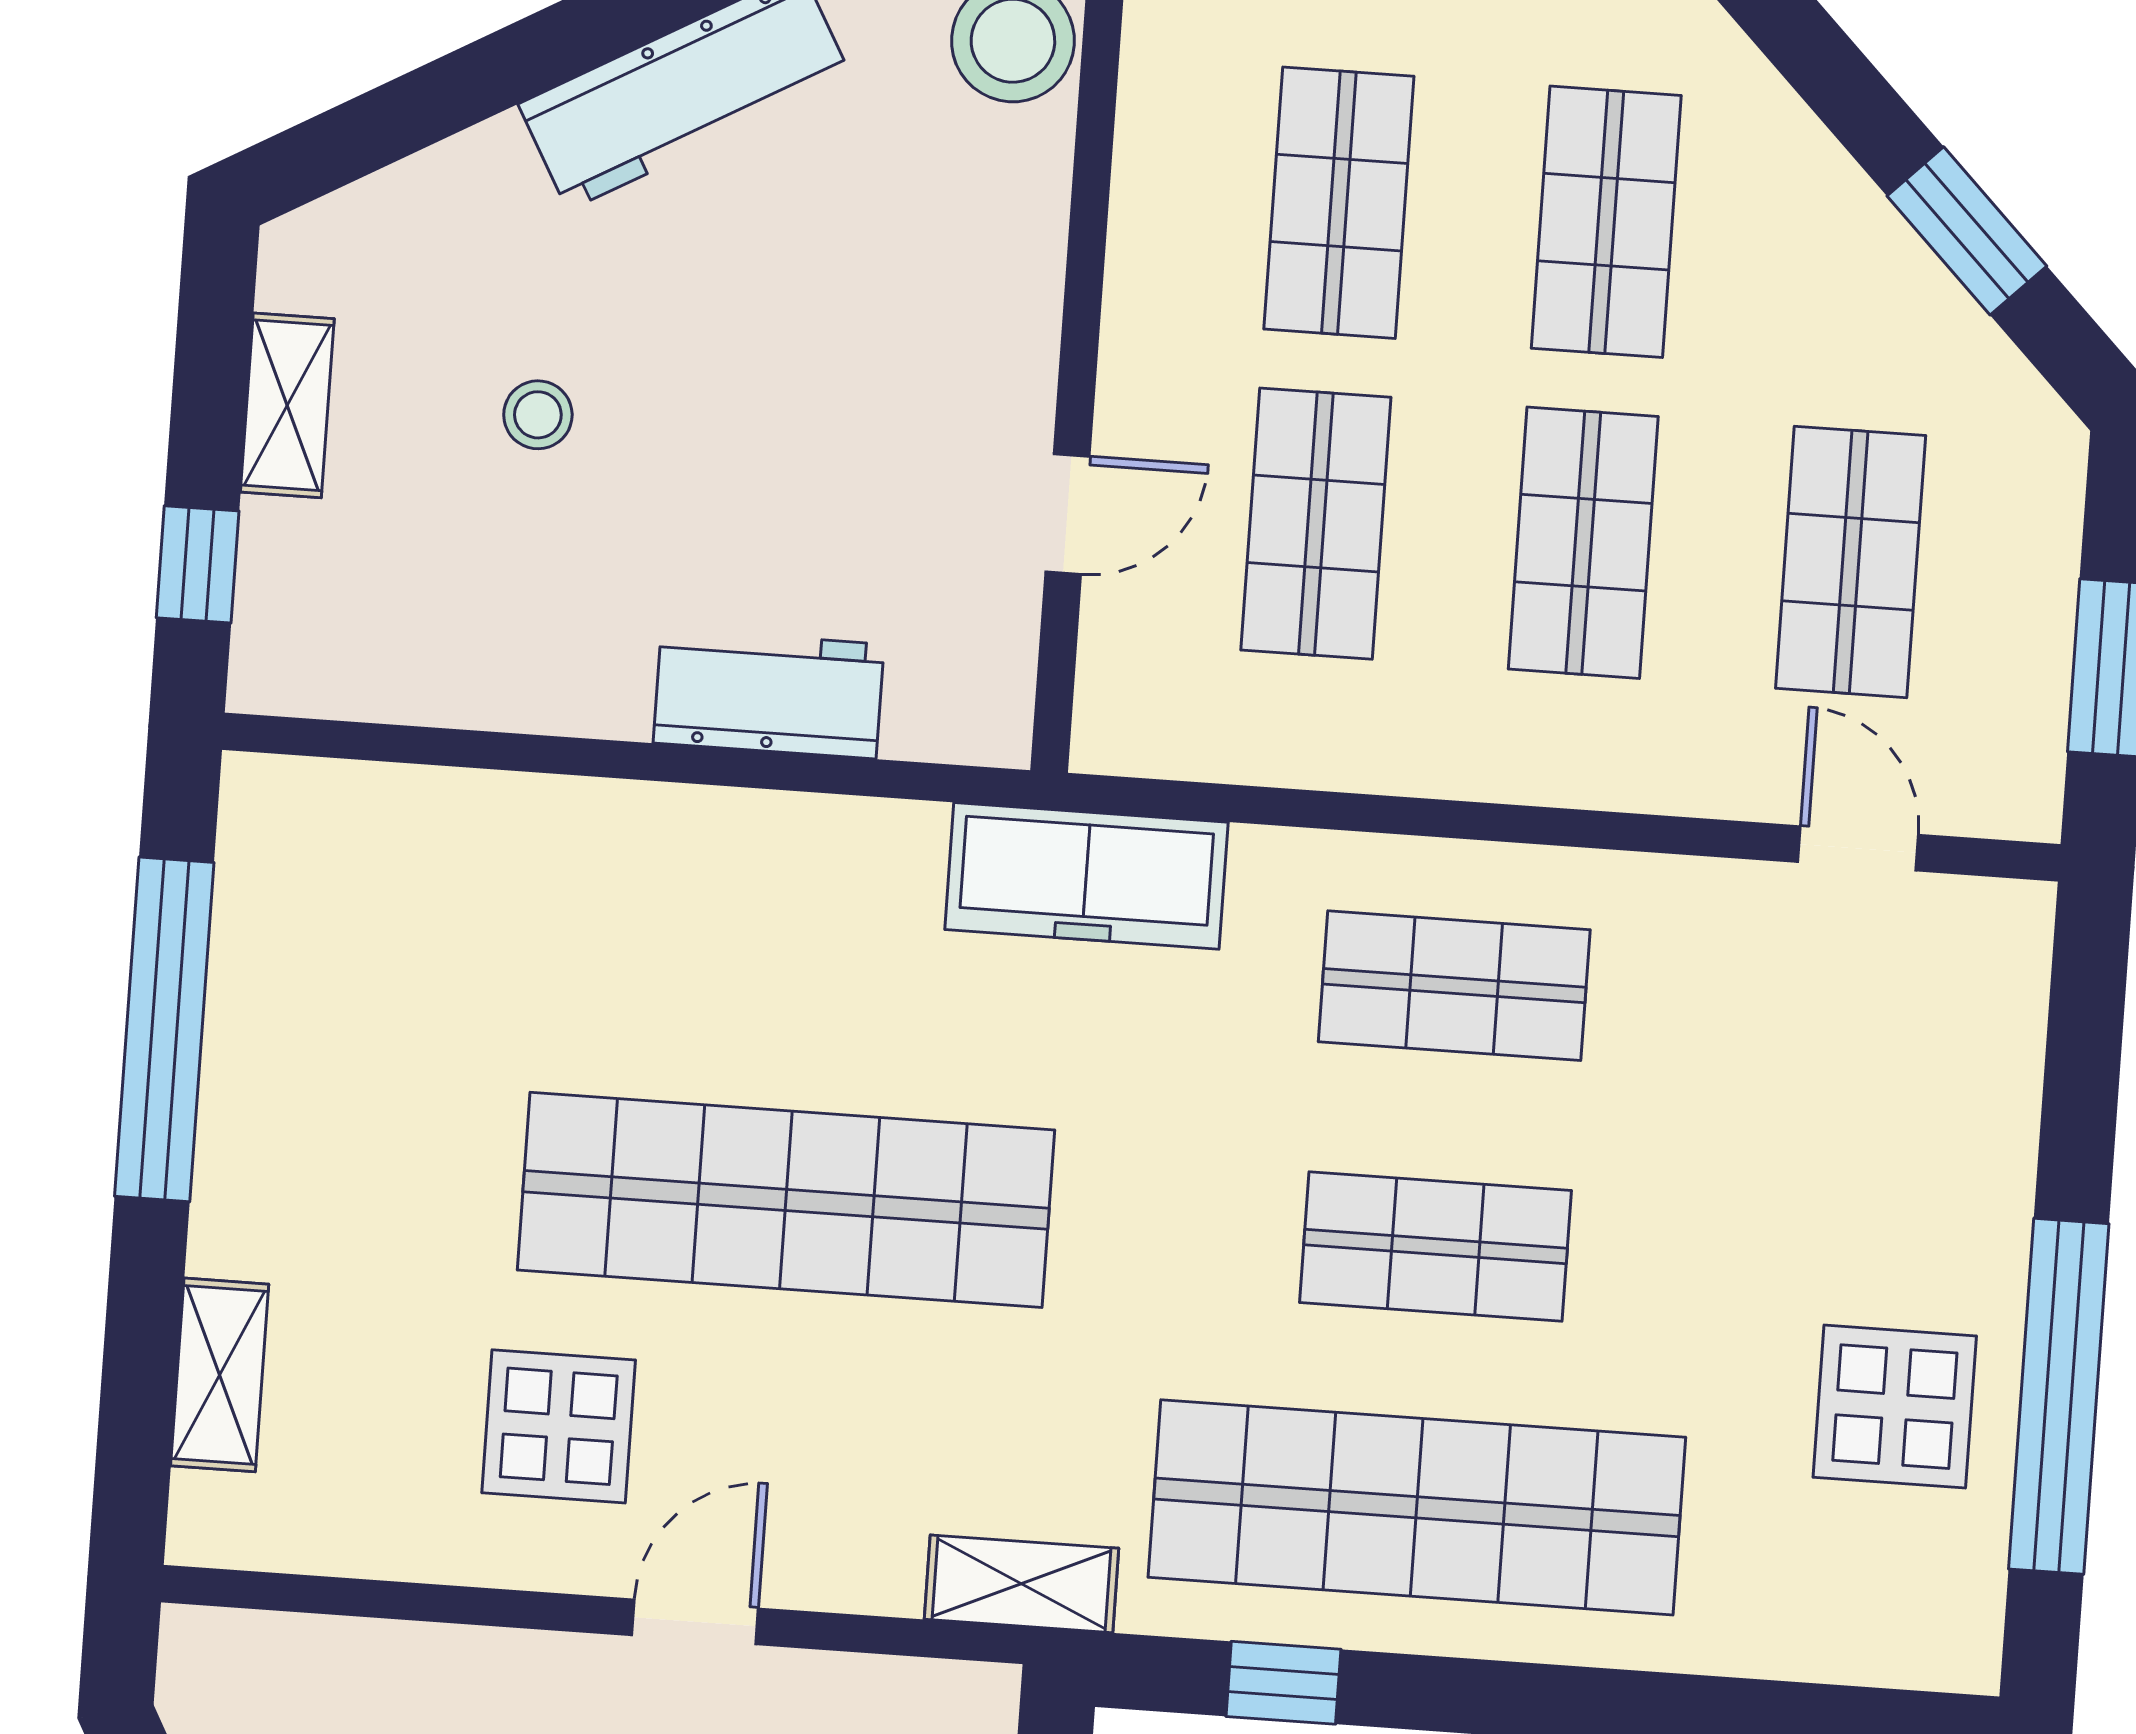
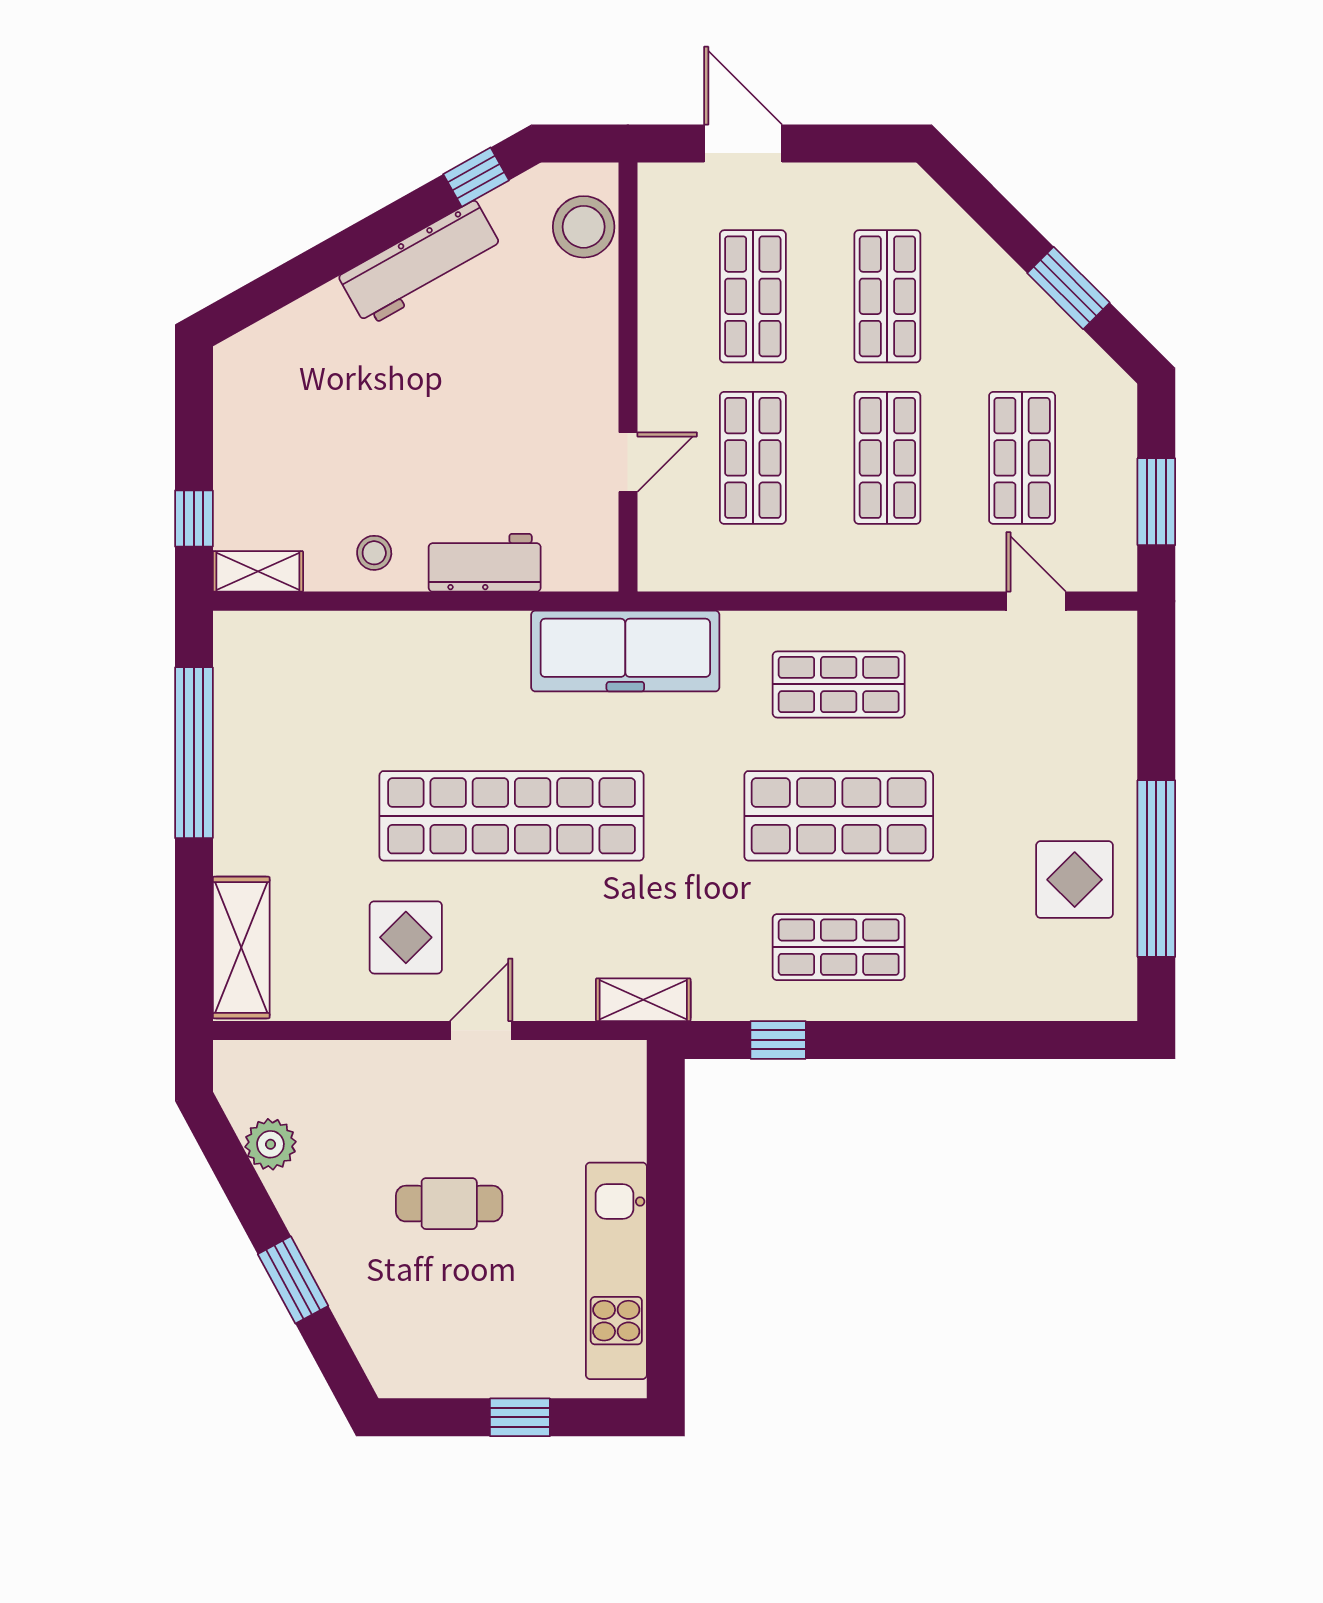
shelving: (287, 405) -> (258, 571), moved, turned 90
stool: (538, 415) -> (374, 553), moved
freezer: (1086, 876) -> (625, 651), width x1.36, depth x1.26
shop shelf: (1436, 1247) -> (839, 816), width x1.43, depth x1.36
shelving: (220, 1375) -> (241, 948), width x1.50, depth x1.33
shop shelf: (1417, 1507) -> (839, 947), width x0.50, depth x0.74

